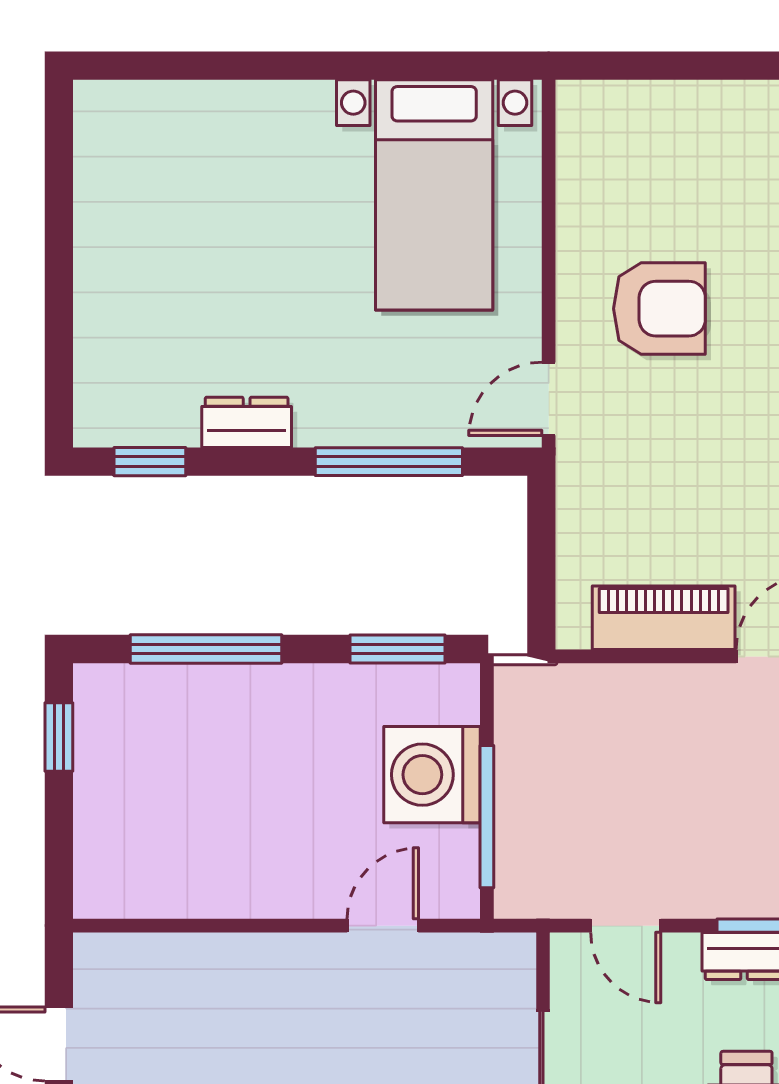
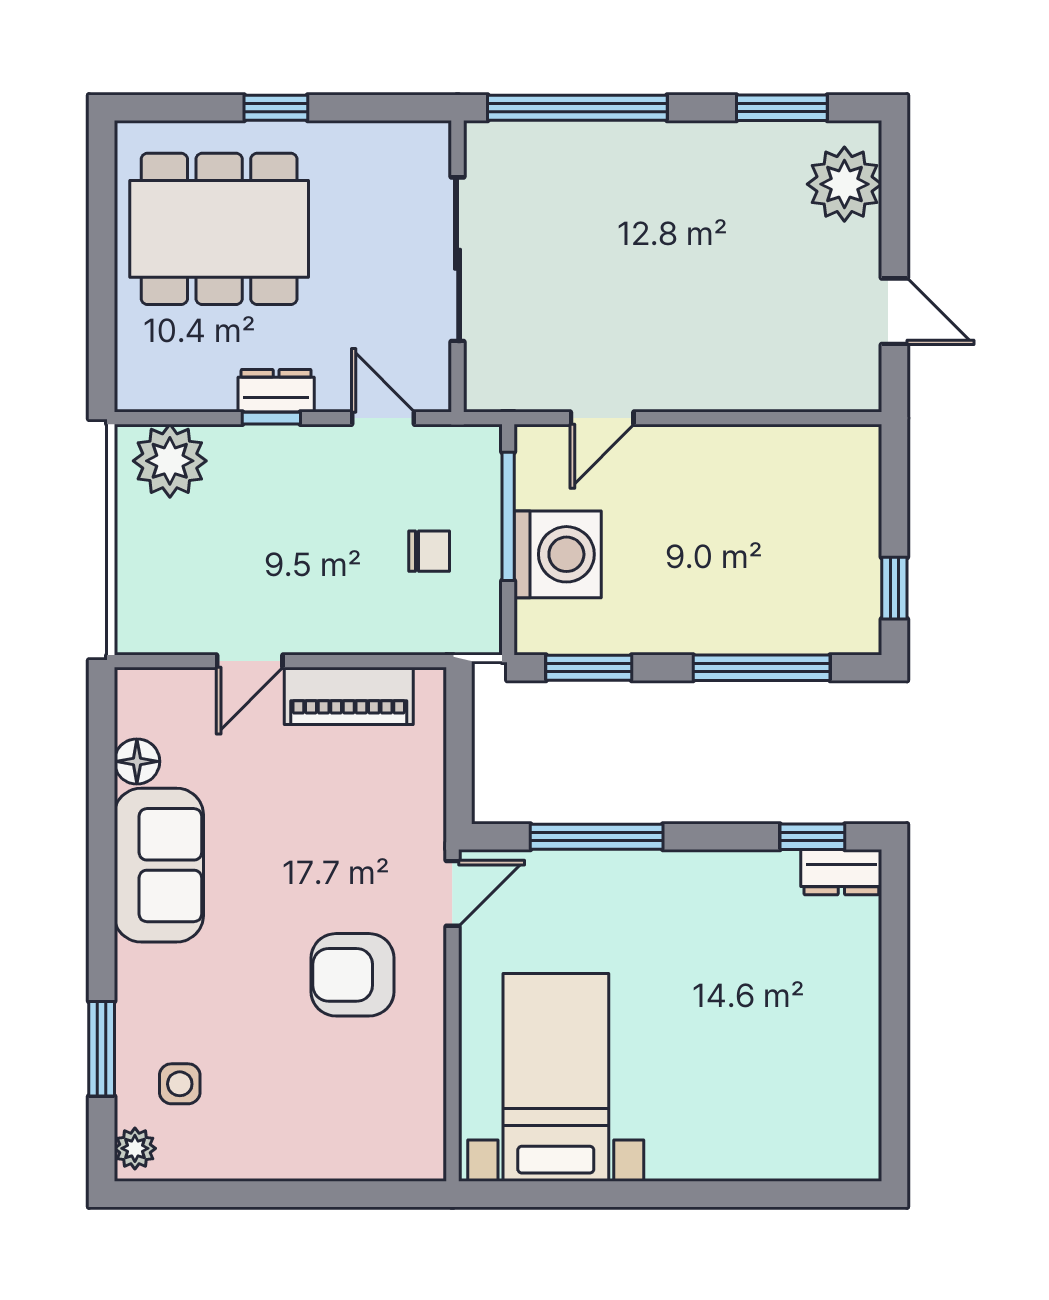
dresser: (247, 422) -> (841, 872), moved
chair: (575, 778) -> (429, 551), added

